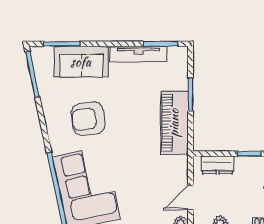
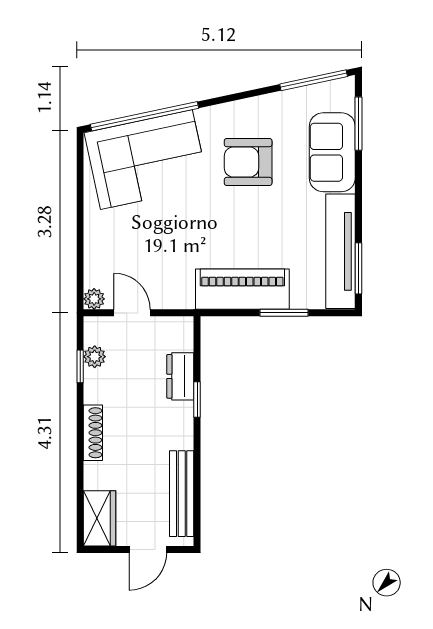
tv unit: (138, 54) -> (340, 251), width x1.36, depth x1.29
armchair: (88, 119) -> (248, 162), turned -82
dresser: (218, 165) -> (180, 376), moved

